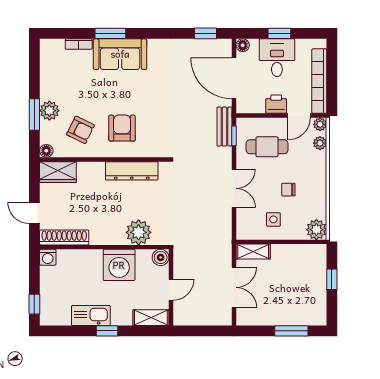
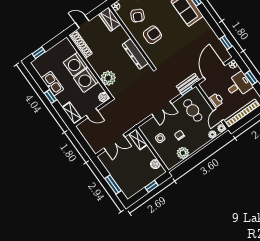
door: (299, 116) -> (219, 115), hinge flipped
door: (34, 213) -> (82, 22), hinge flipped
plant: (316, 230) -> (183, 153), moved
boiler: (305, 252) -> (155, 164), added
washing machine: (48, 257) -> (75, 64), moved, width x1.89, depth x1.89

